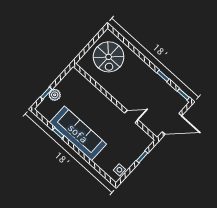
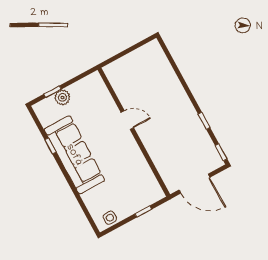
spiral stairs: (109, 57) -> (145, 74), removed
door: (131, 116) -> (127, 120), moved

